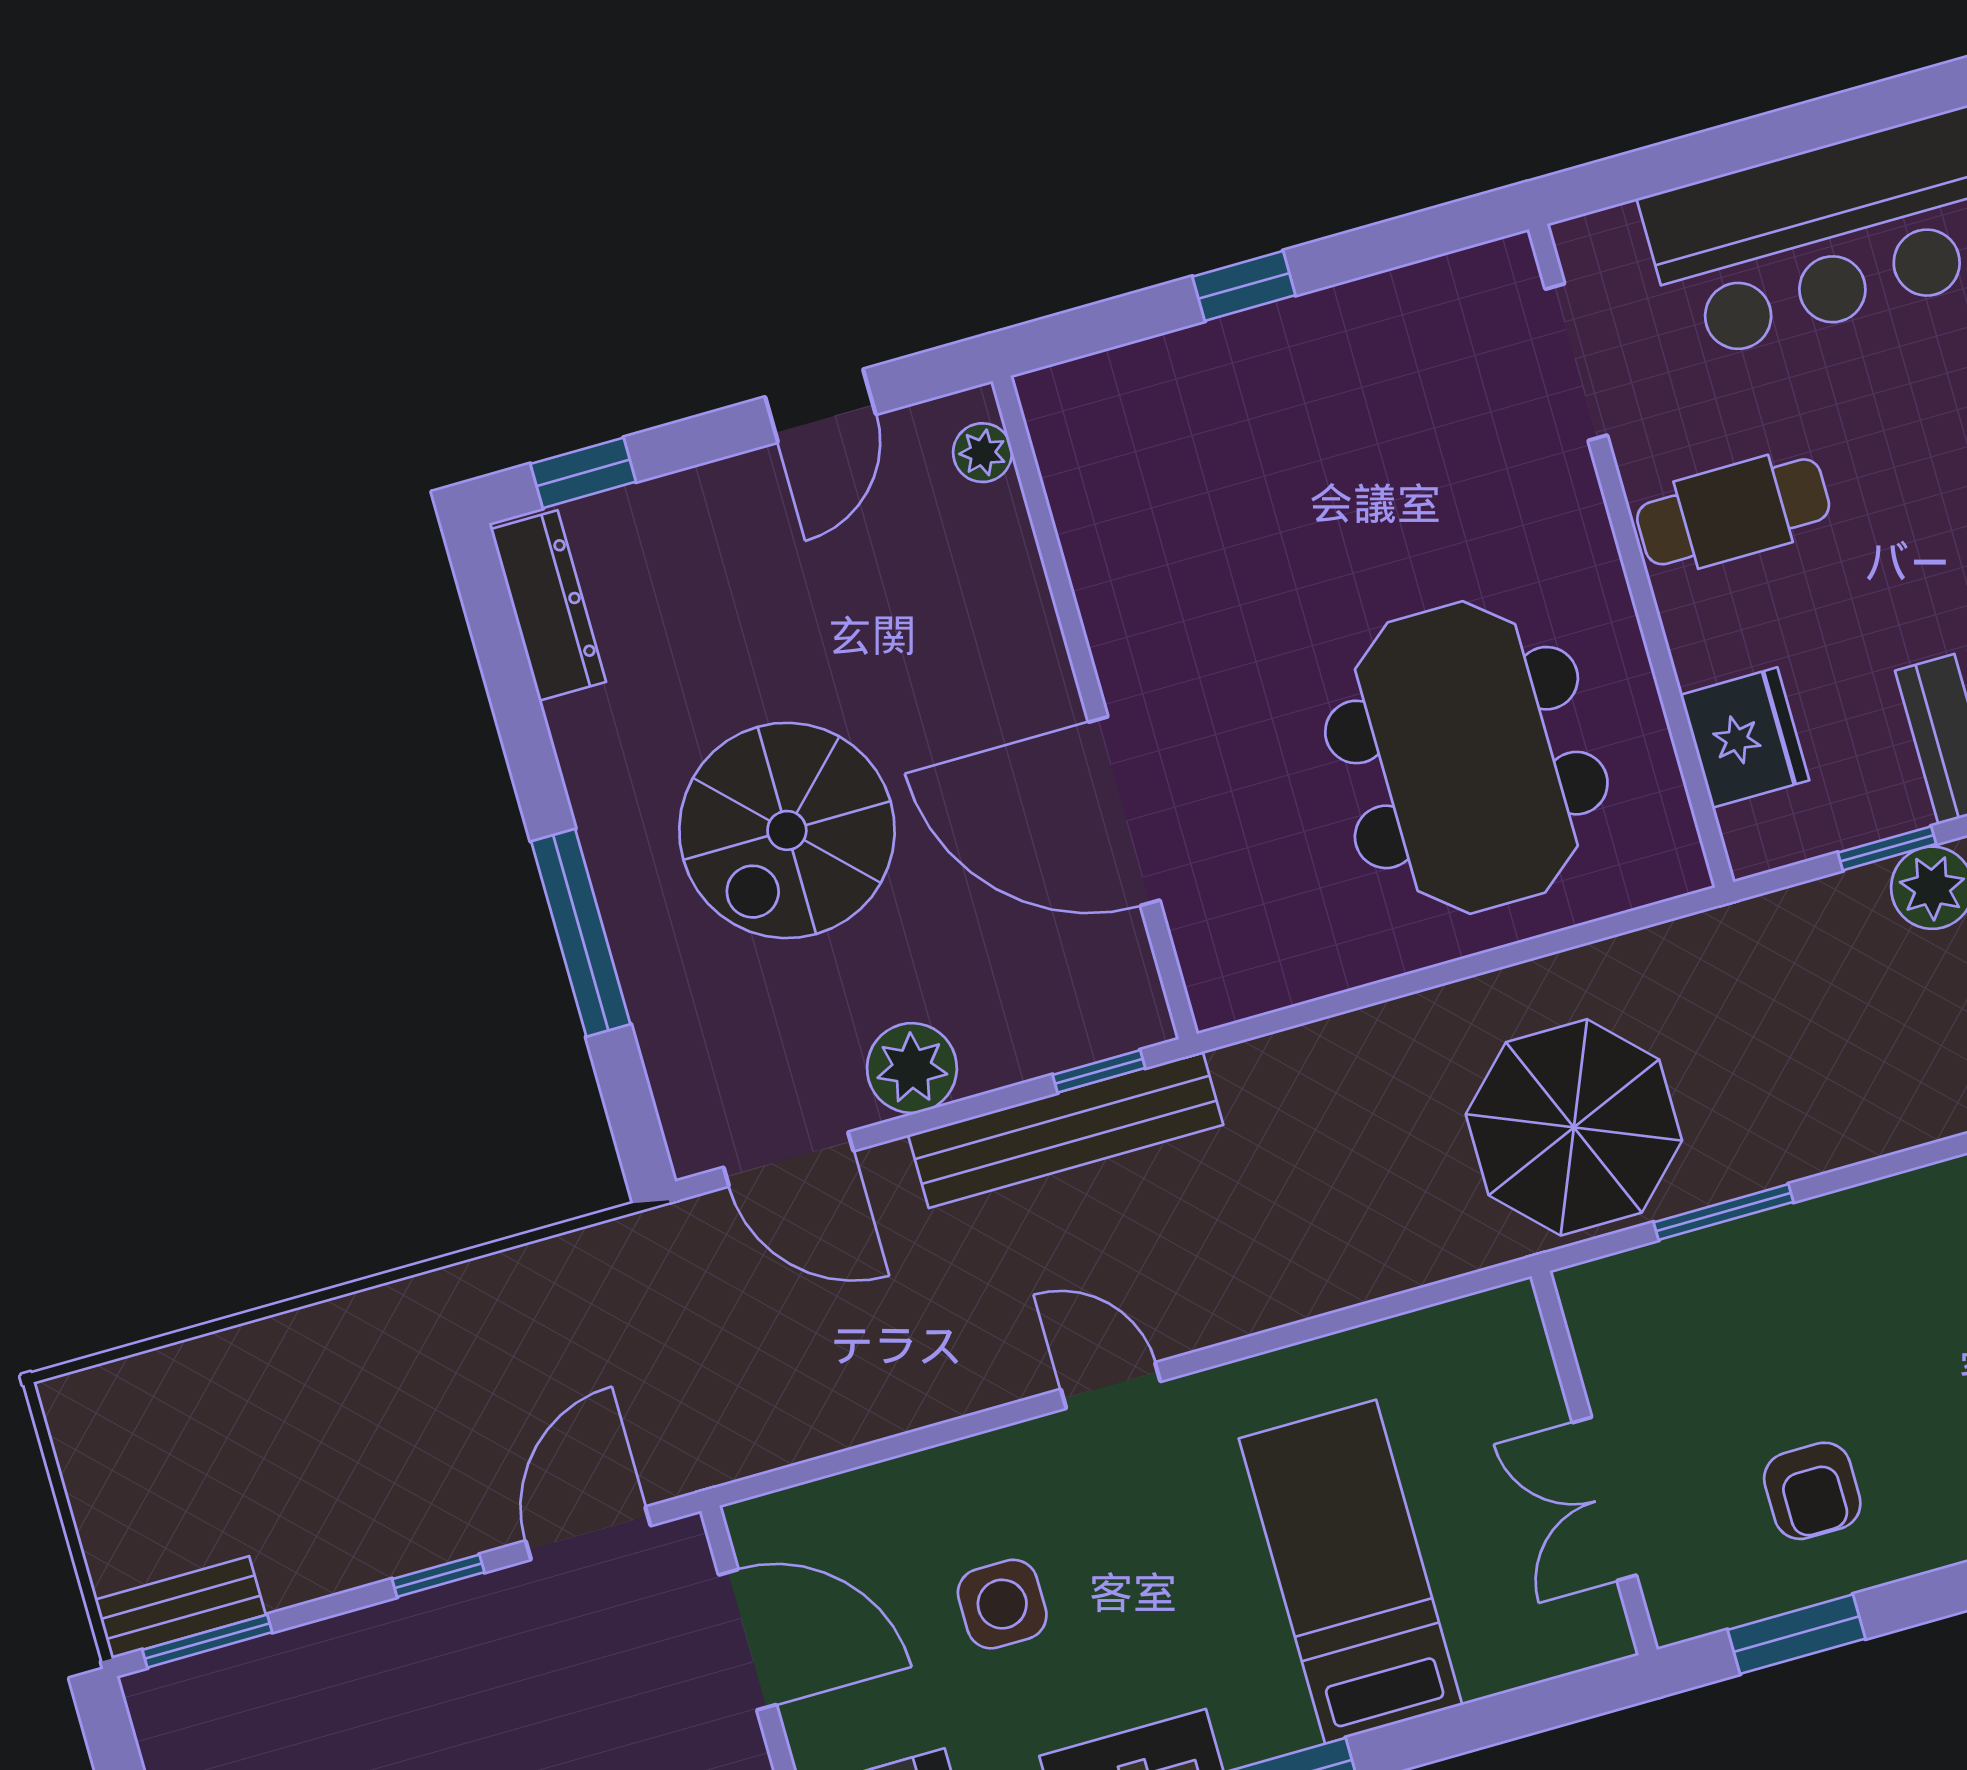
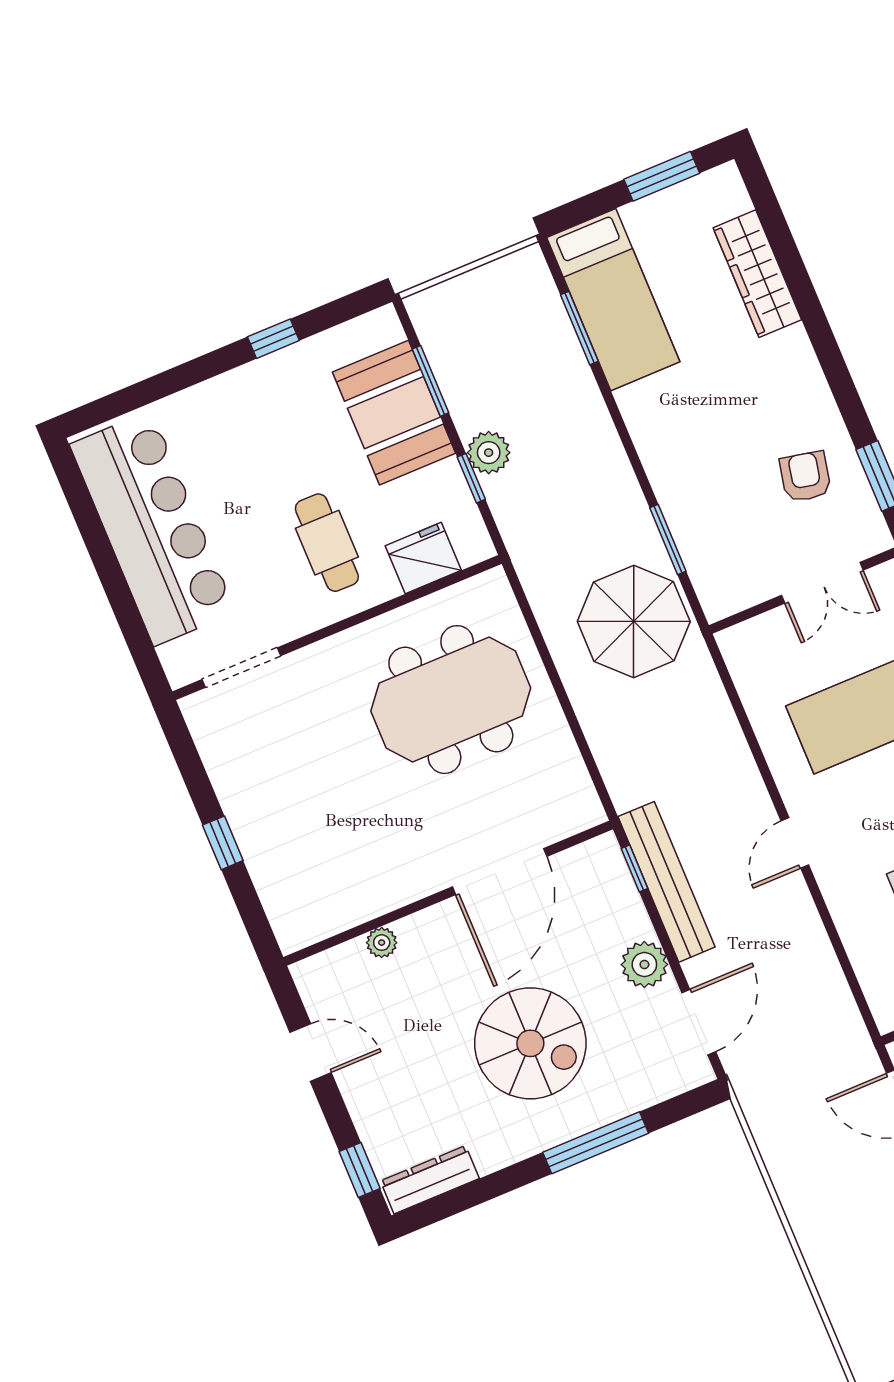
plant: (983, 453) -> (382, 943), moved
cafe table: (1733, 512) -> (327, 543), moved
armchair: (1812, 1491) -> (805, 477), turned -78

